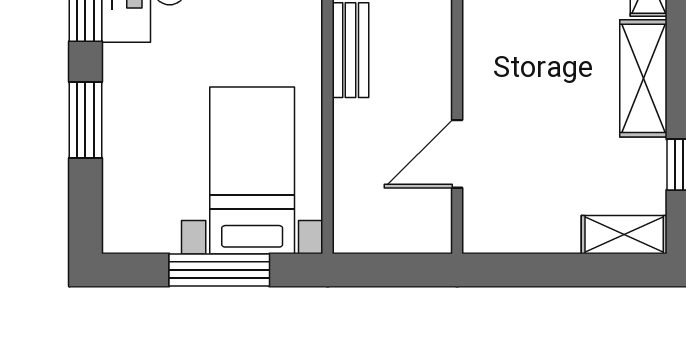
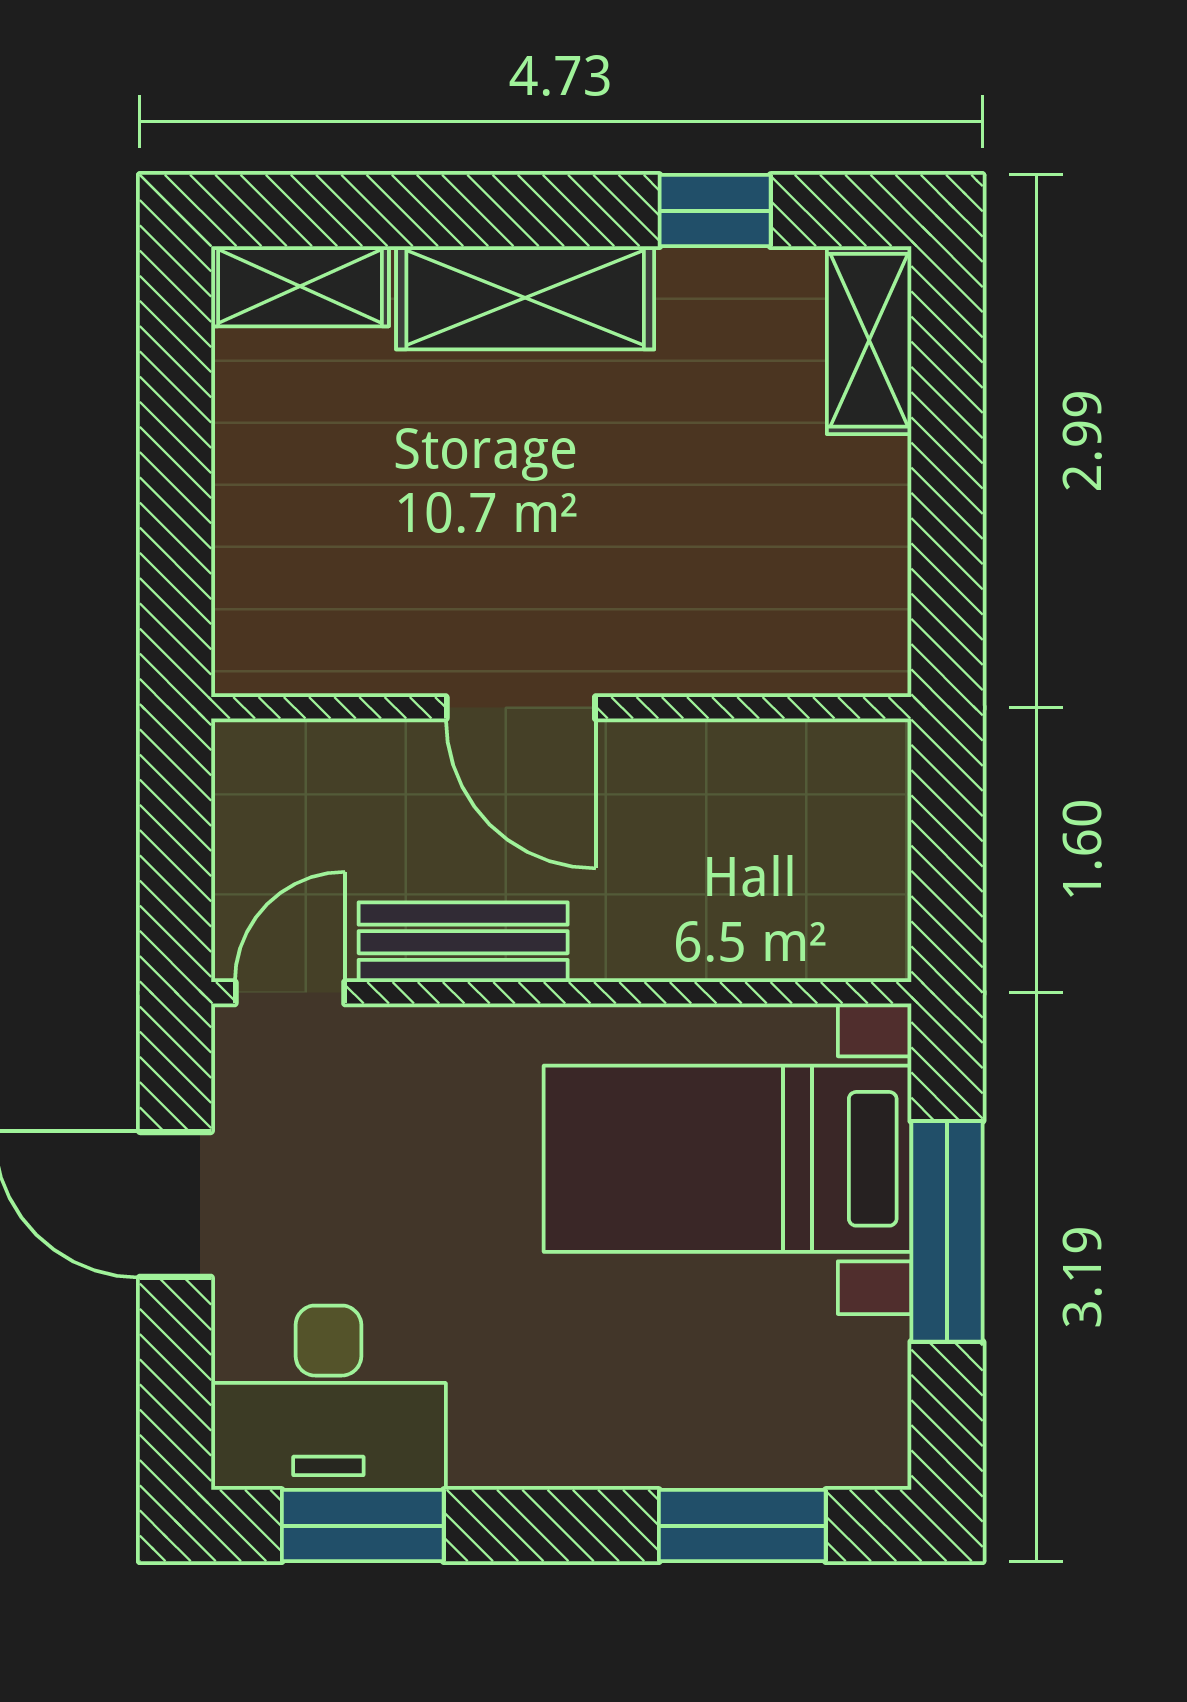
window: (85, 120) -> (742, 1526), moved
door: (457, 154) -> (521, 708), moved

